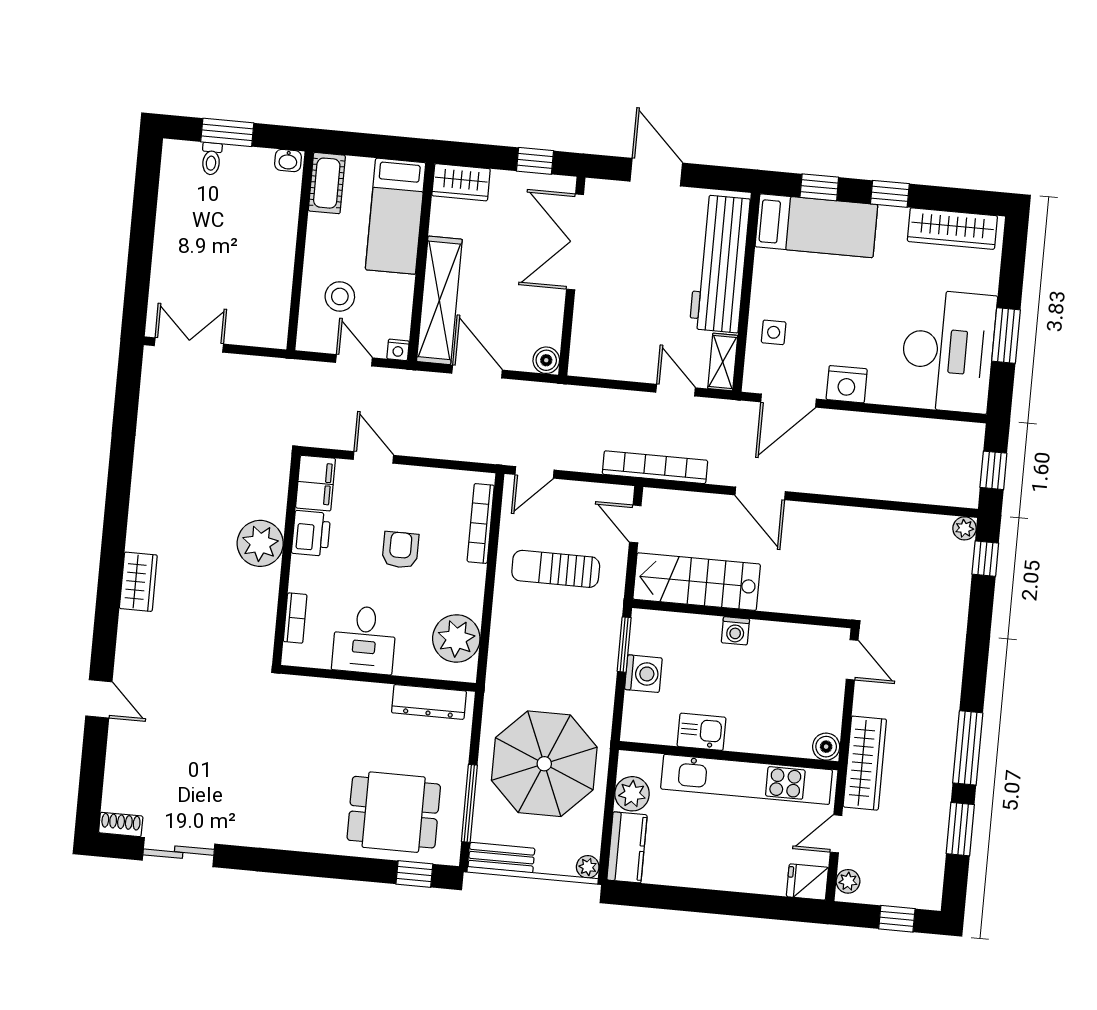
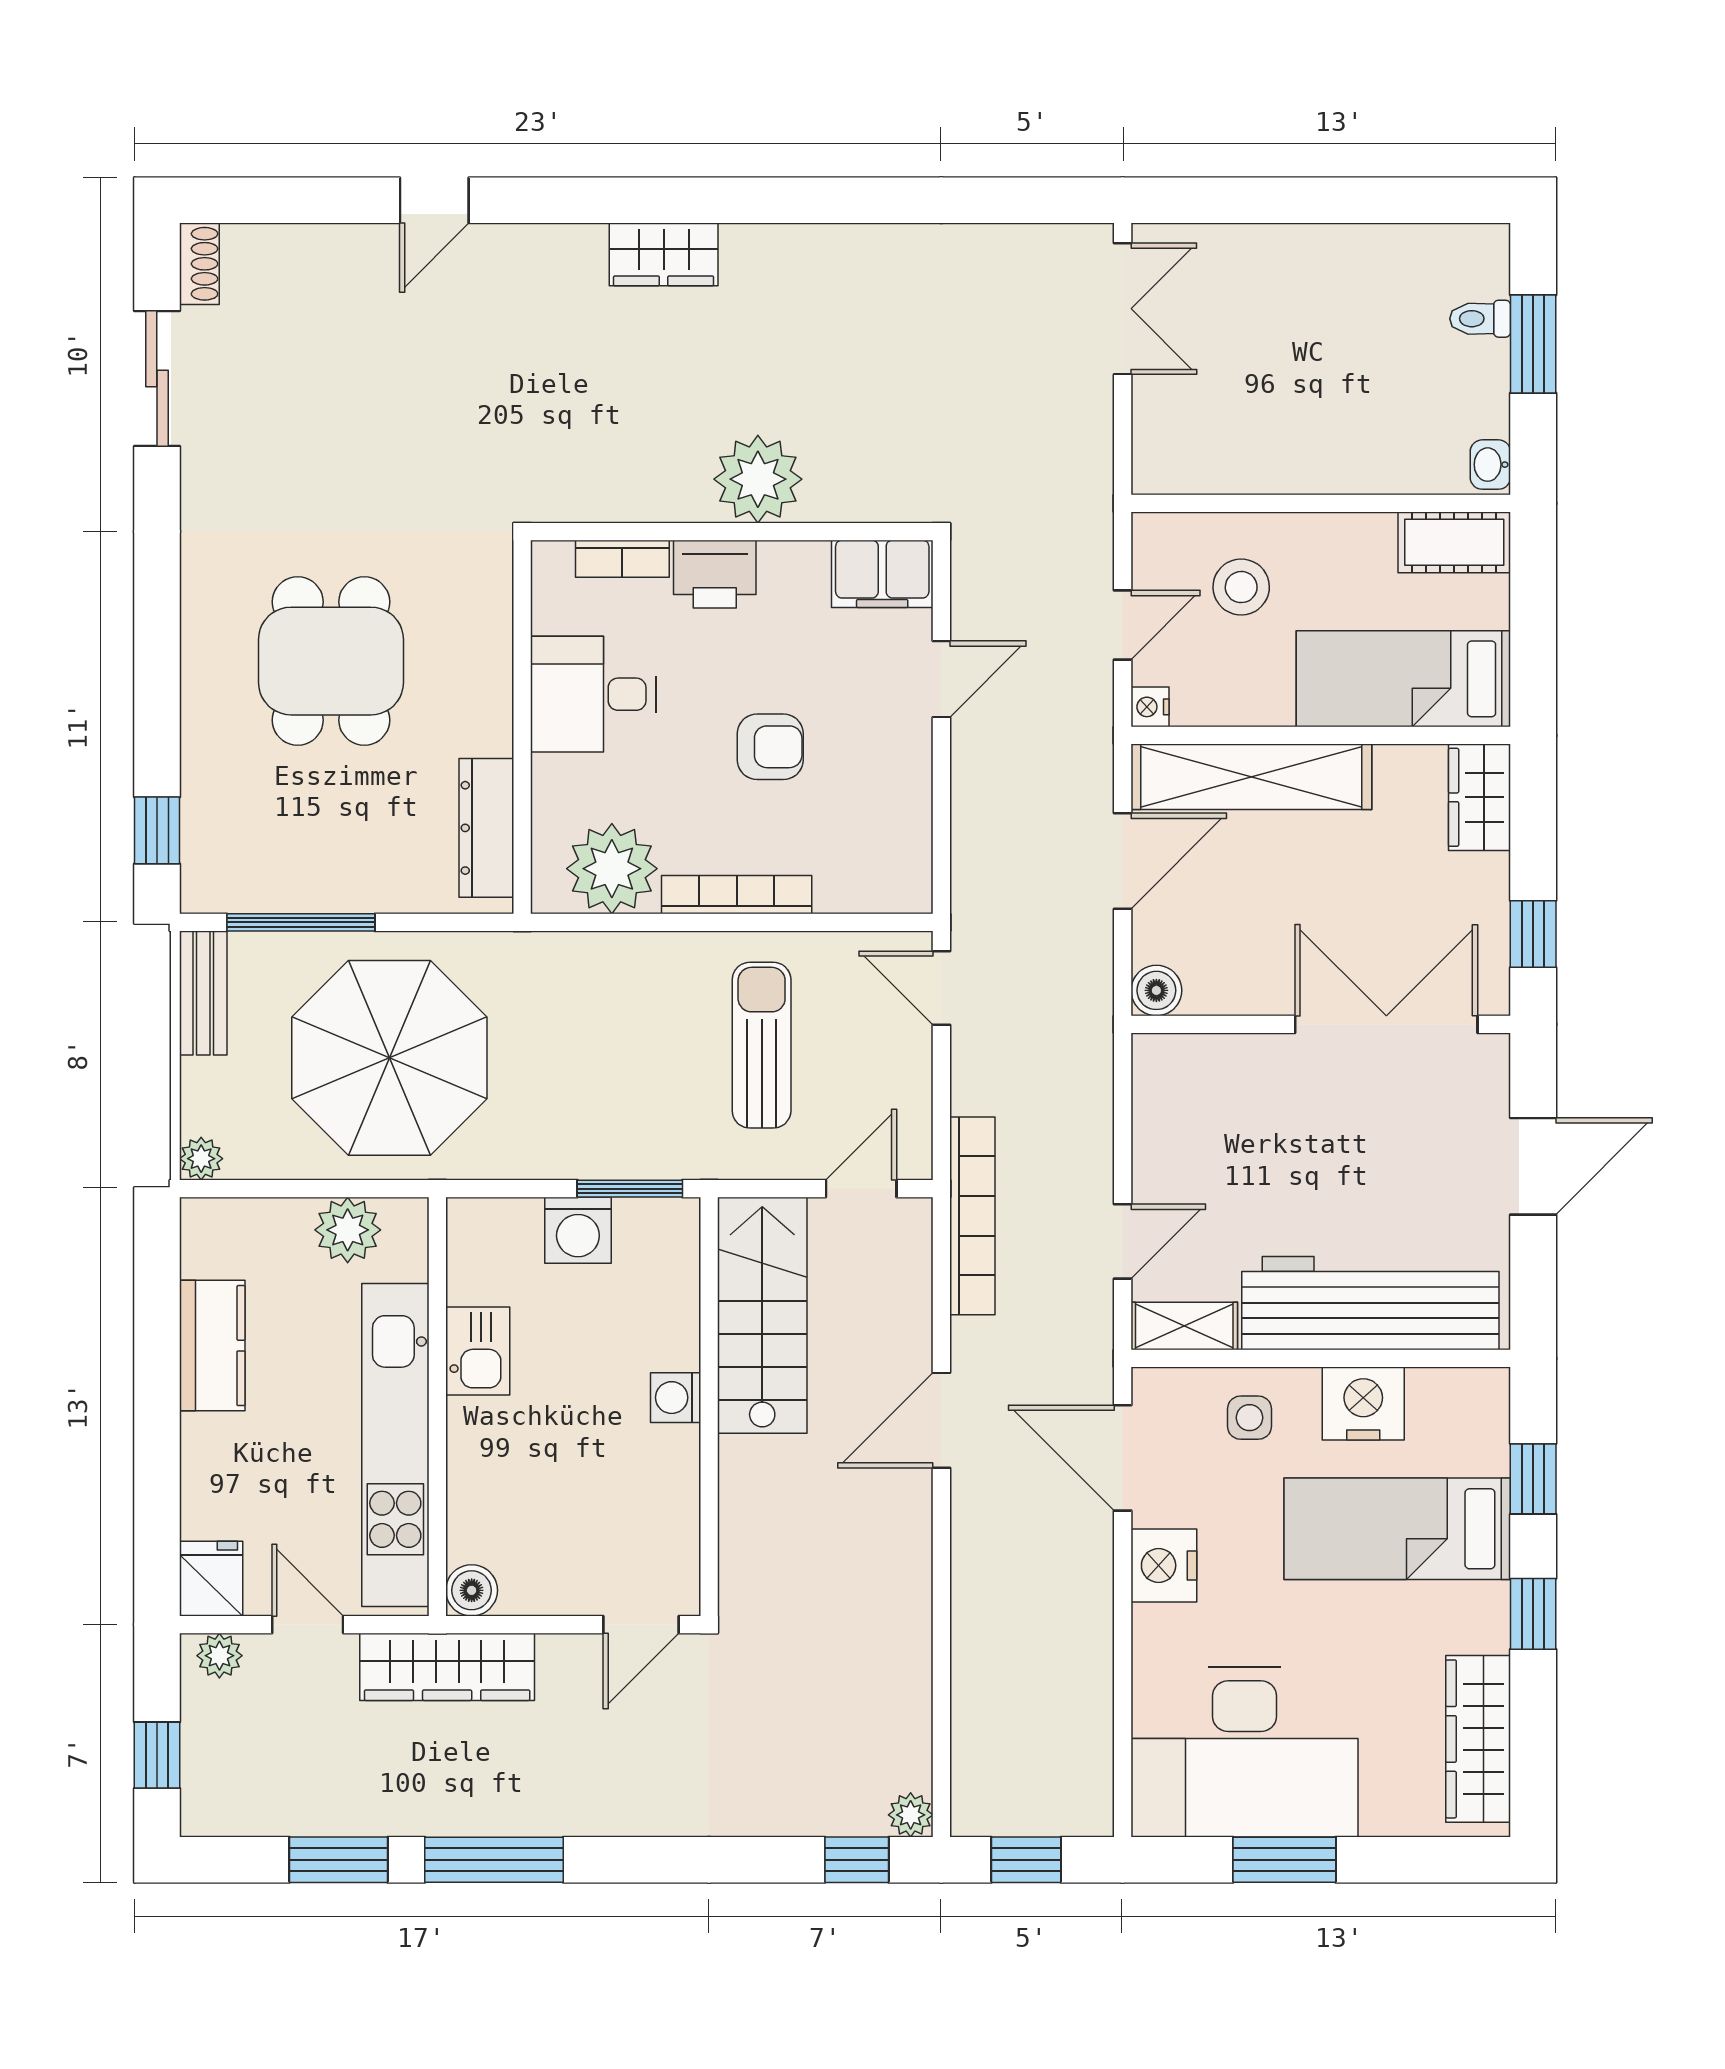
bed: (816, 226) -> (1397, 1529), moved, turned 90
nightstand: (772, 272) -> (1363, 1404), added
bookcase: (481, 523) -> (737, 895), moved
printer: (311, 533) -> (715, 574), moved
dining table: (394, 812) -> (331, 661), moved
kitchen counter: (627, 847) -> (212, 1346), moved, turned -90

